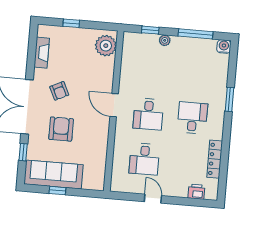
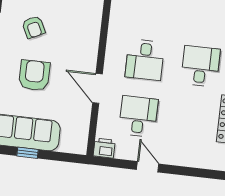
door: (114, 105) -> (97, 88), moved
desk: (144, 159) -> (138, 116), turned 180
printer: (196, 192) -> (104, 148), moved

